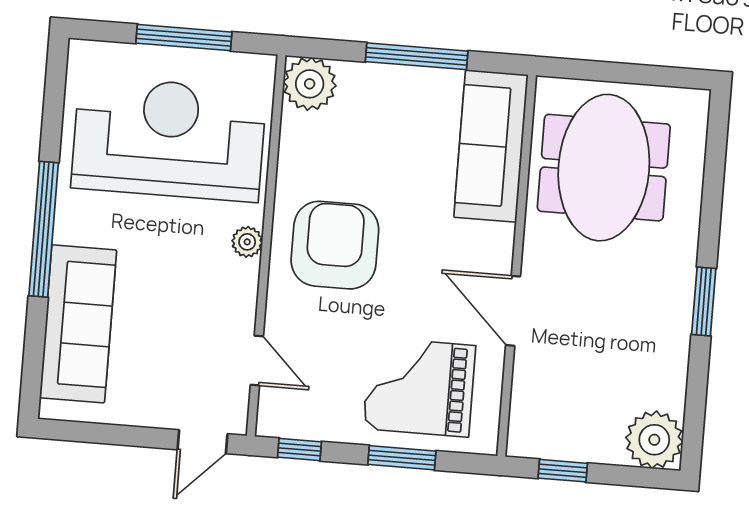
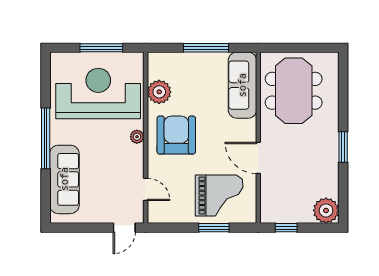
plant: (310, 84) -> (159, 92), moved
grand piano: (419, 387) -> (219, 195), turned 180
window: (300, 450) -> (168, 228), removed

